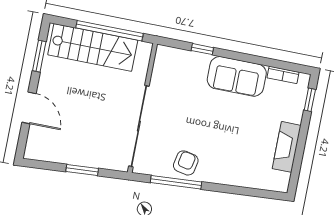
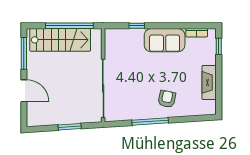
window: (39, 56) -> (24, 53), width x1.44
armchair: (186, 163) -> (167, 99), moved
window: (176, 182) -> (150, 122), moved

